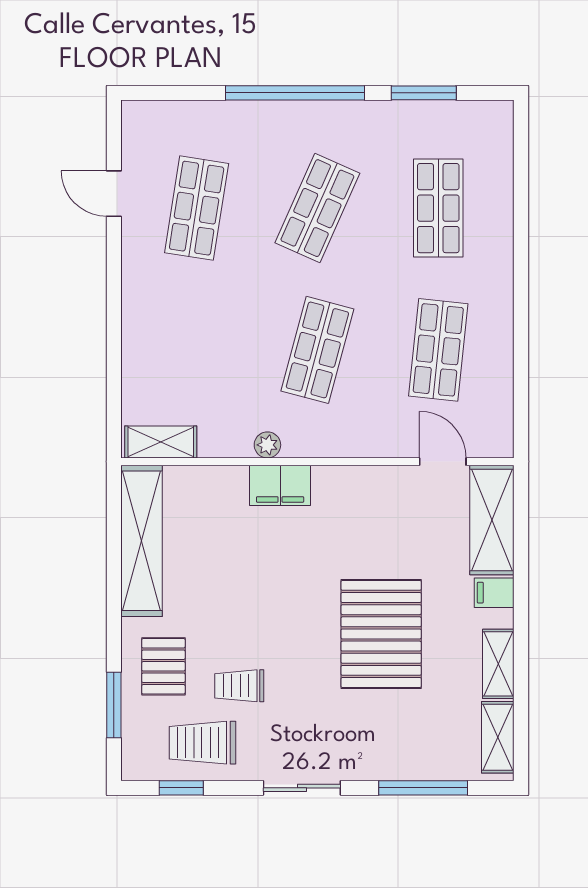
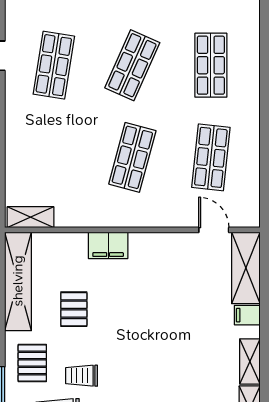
plant: (267, 445) -> (100, 219), removed
pallet: (381, 634) -> (74, 309), moved, width x0.49, depth x0.50

